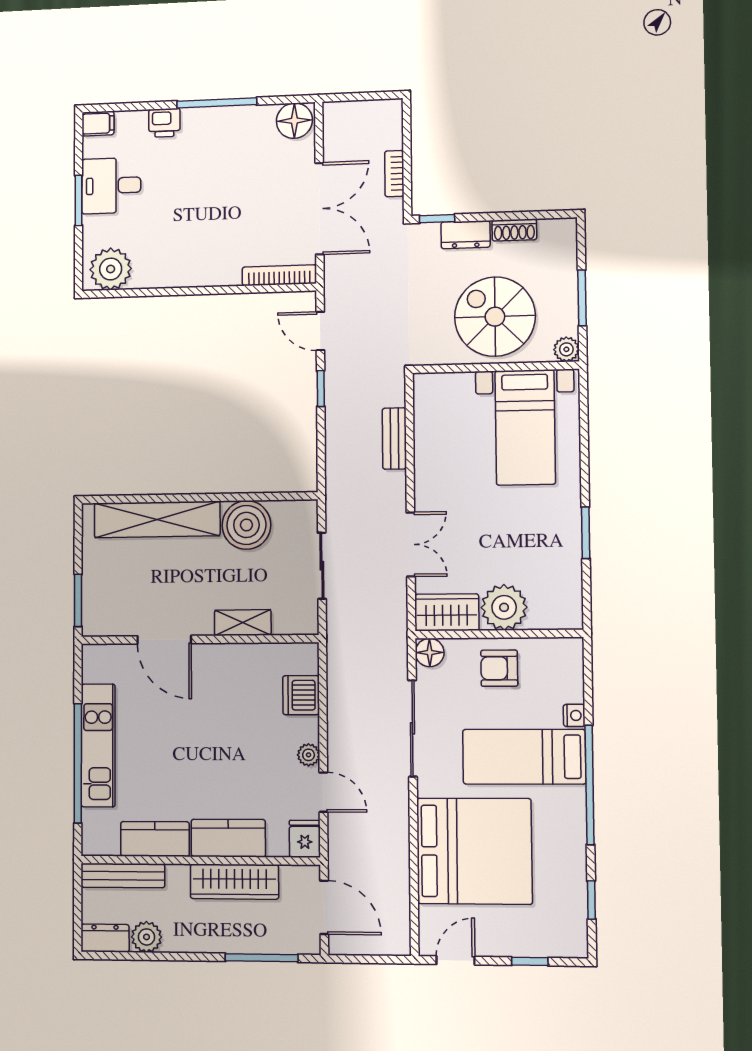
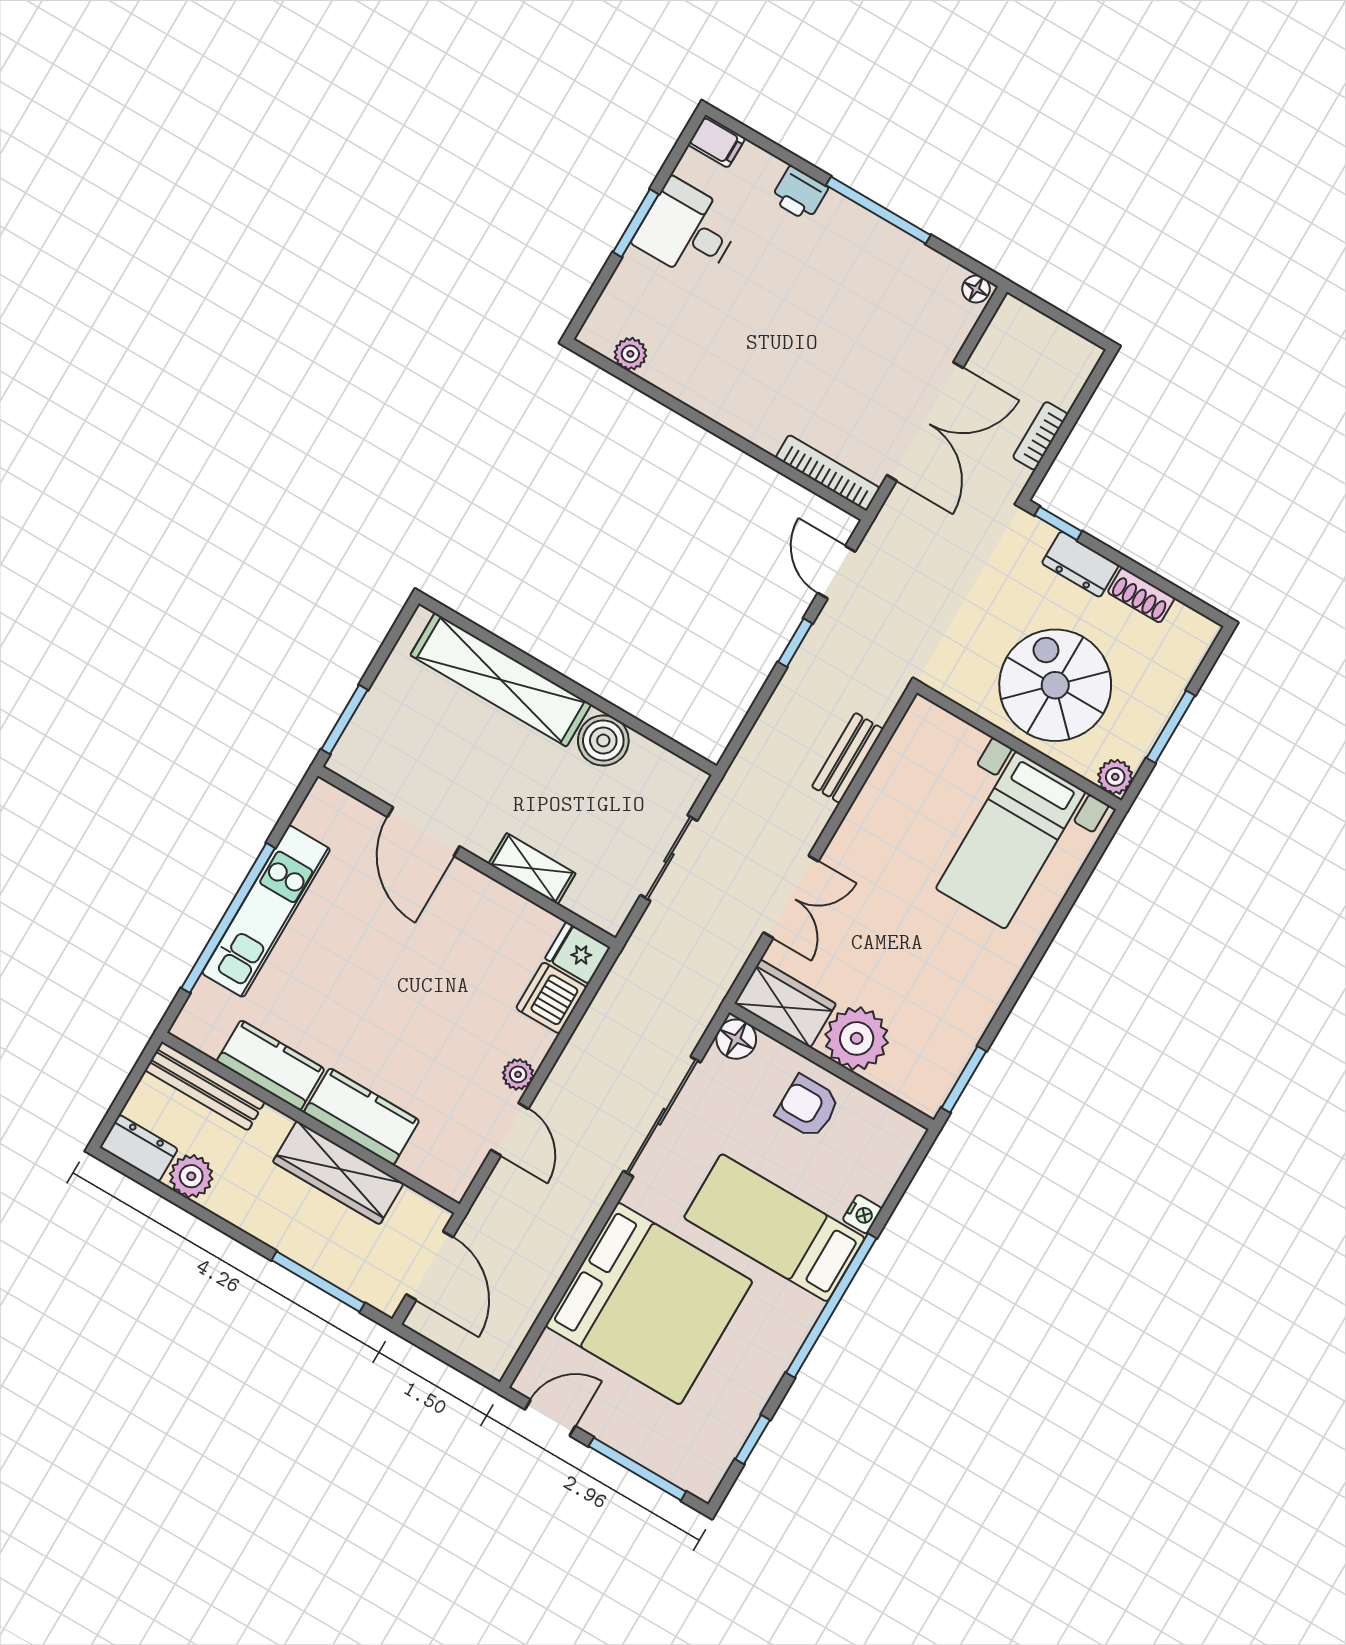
floor lamp: (294, 121) -> (976, 289), width x0.53, depth x0.53
plant: (111, 269) -> (630, 354), width x0.53, depth x0.53
boiler: (246, 525) -> (603, 740), width x0.73, depth x0.73
window: (586, 533) -> (964, 1079), moved
fridge: (305, 839) -> (578, 953), moved, turned -90
window: (530, 961) -> (637, 1469), width x2.17

